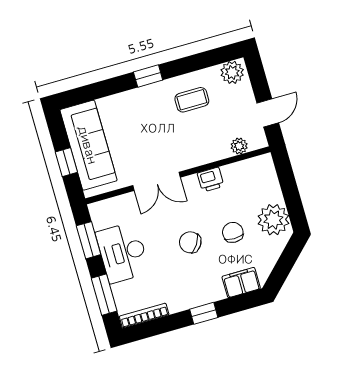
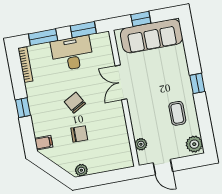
printer: (211, 180) -> (119, 121), removed
plant: (273, 220) -> (81, 170), width x0.53, depth x0.53
chair: (190, 242) -> (75, 103), turned -62
filing cabinet: (241, 283) -> (44, 143), width x0.50

